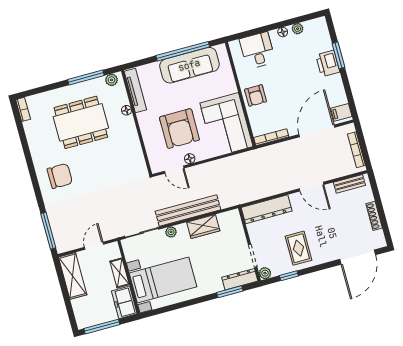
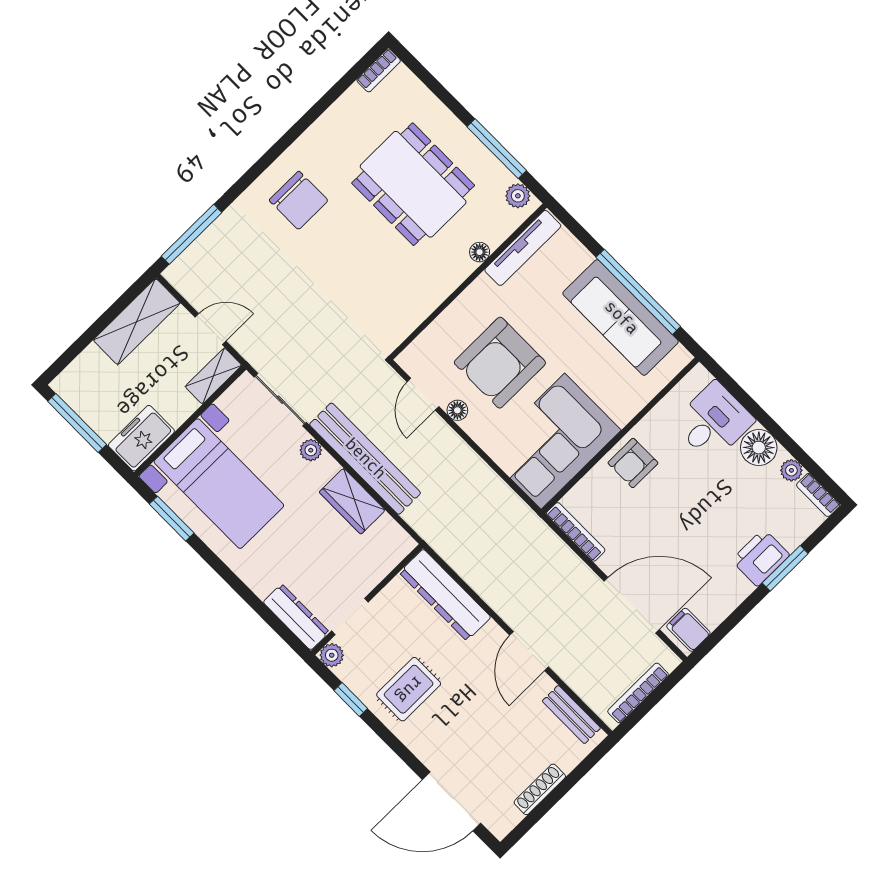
bookcase: (315, 23) -> (818, 495), added
floor lamp: (283, 32) -> (759, 448), width x1.89, depth x1.89
shelving: (120, 273) -> (213, 376), moved
window: (230, 292) -> (172, 519), moved

